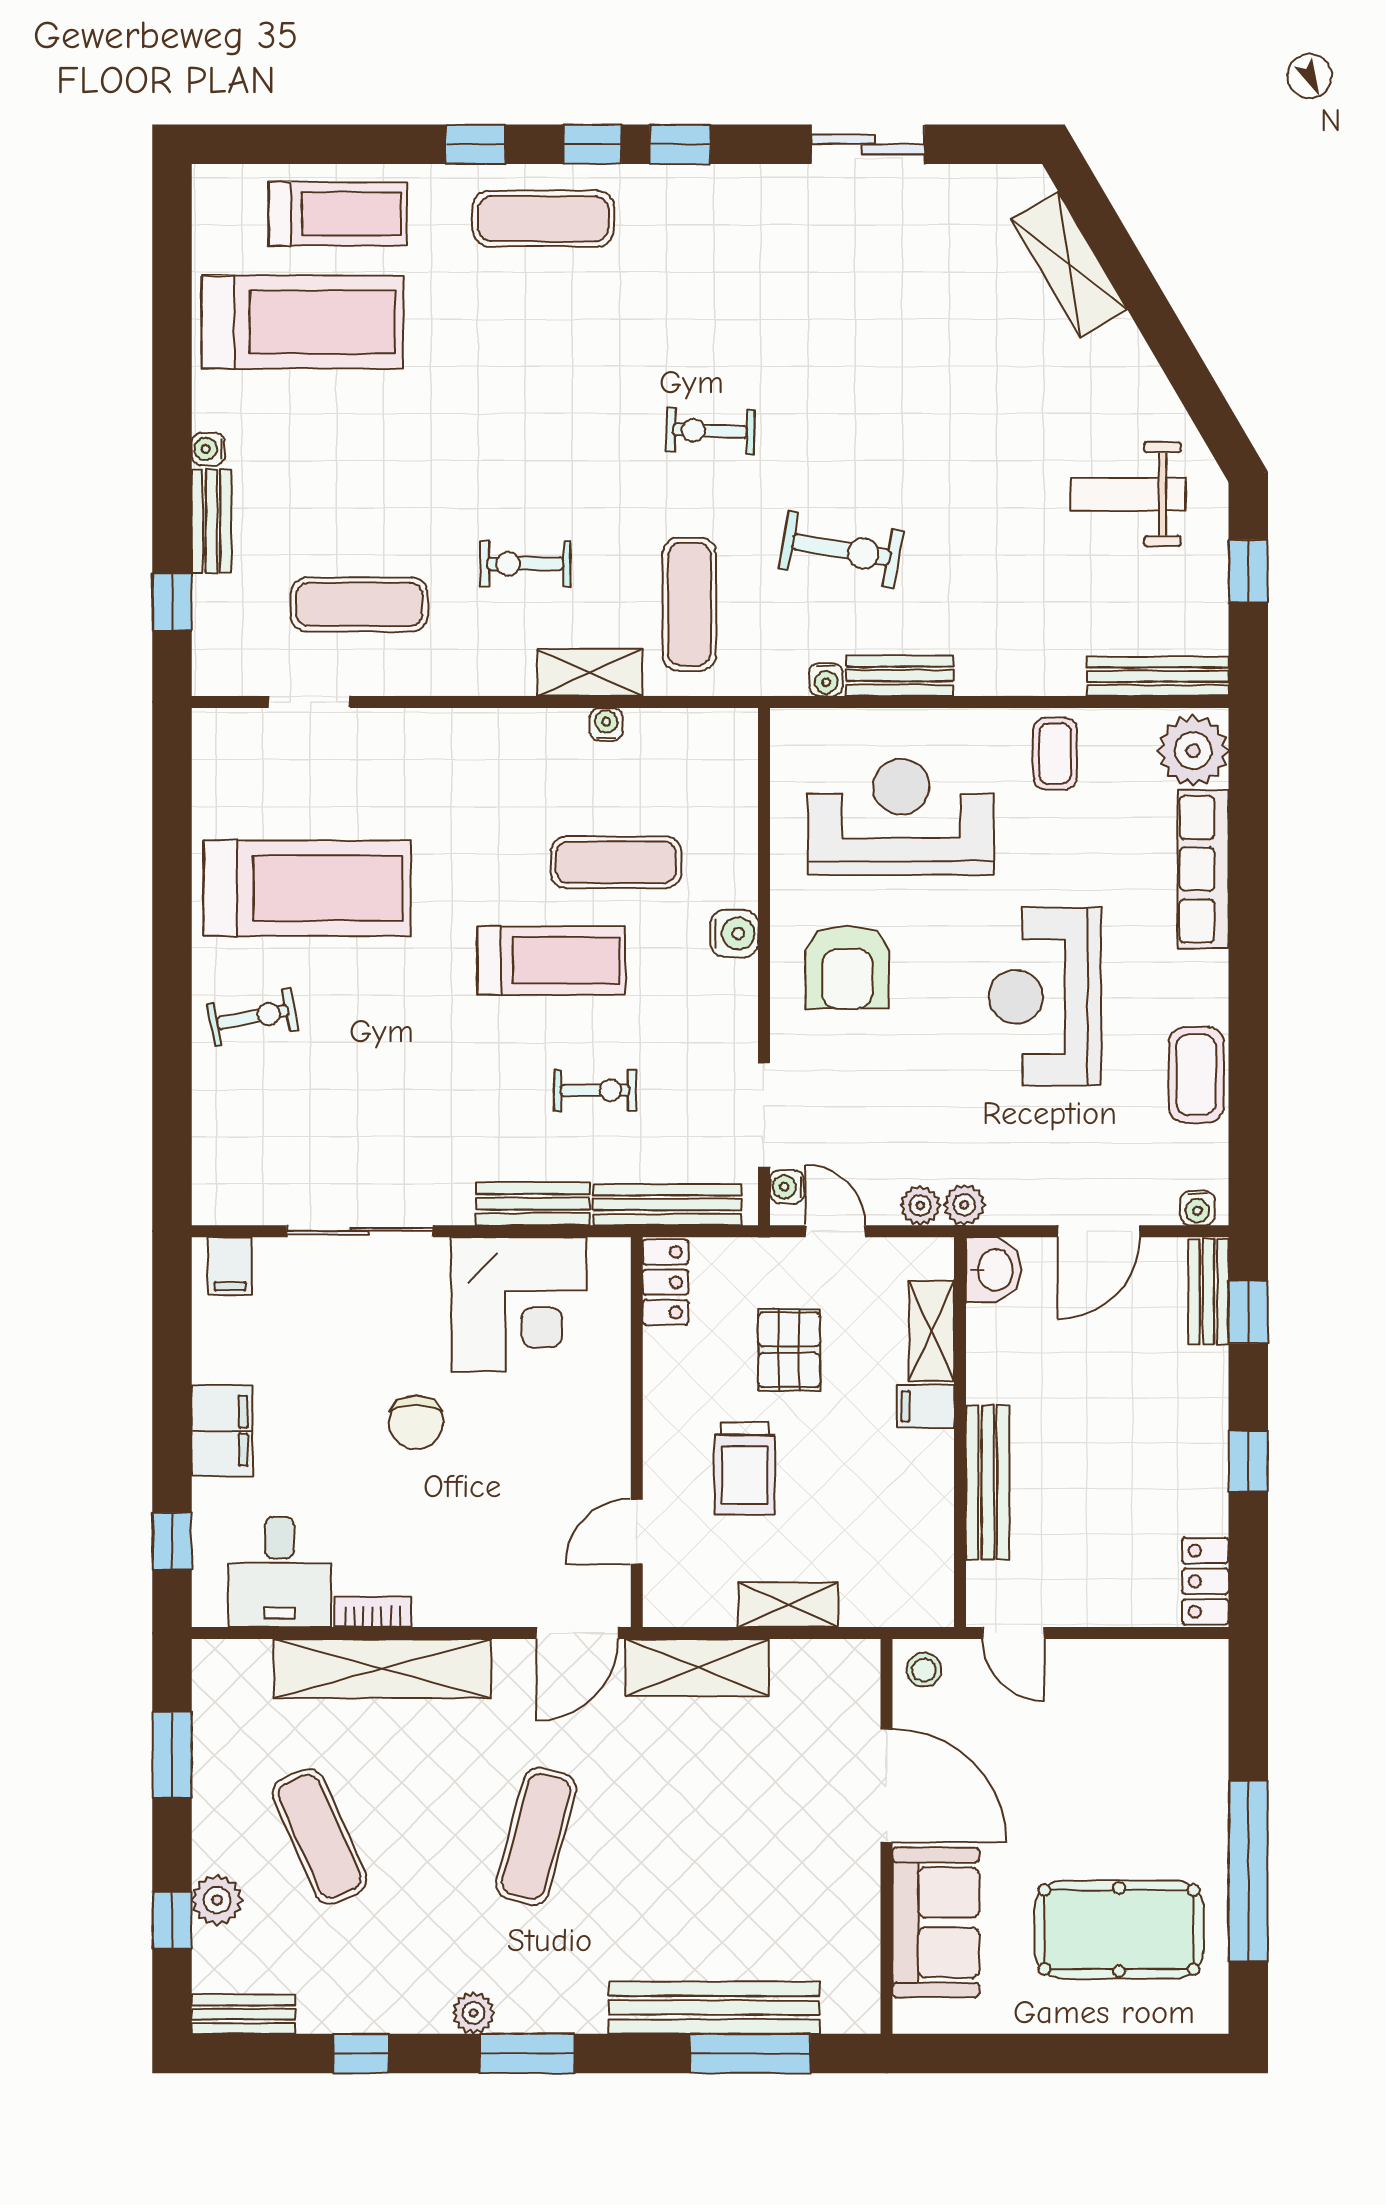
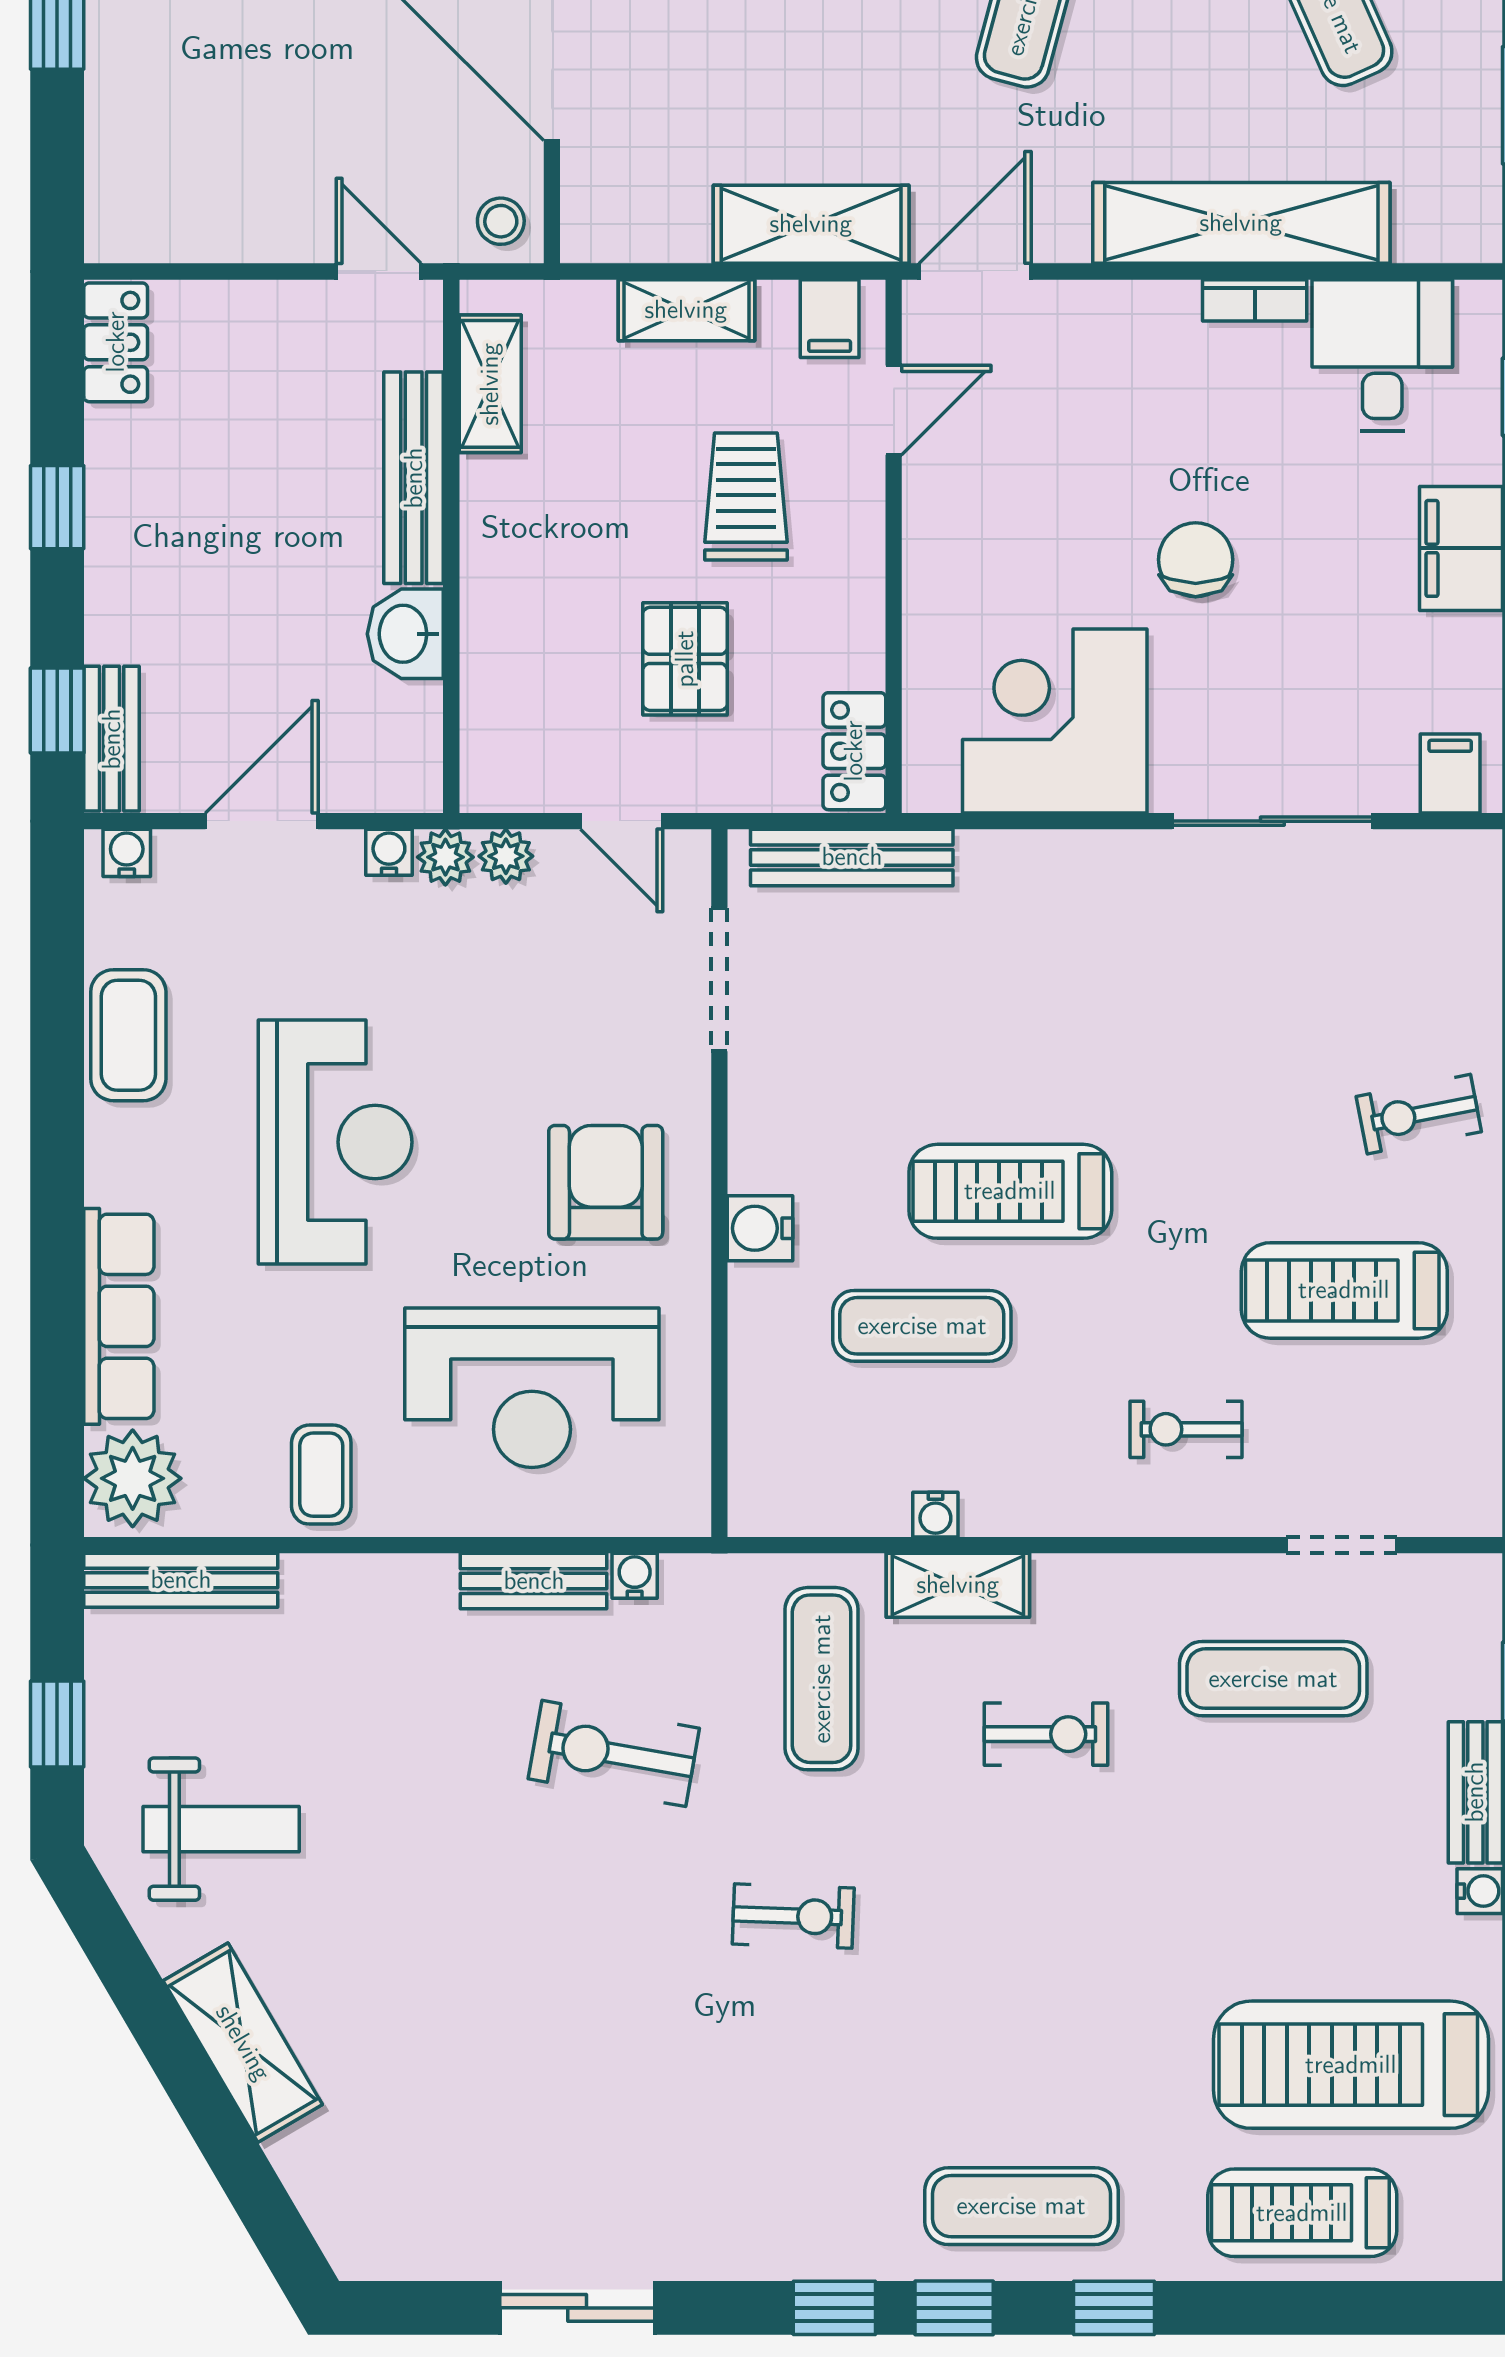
shelving: (1069, 264) -> (243, 2043), moved
treadmill: (307, 888) -> (1344, 1290), width x0.73, depth x0.73
exercise bike: (595, 1090) -> (1186, 1429), moved
water cooler: (787, 1187) -> (389, 852), moved, turned -90
bench: (533, 1204) -> (1036, 859), removed
washbasin: (994, 1270) -> (405, 634), moved
shelving: (932, 1331) -> (490, 384), moved
filing cabinet: (926, 1406) -> (830, 319), moved, turned 90

